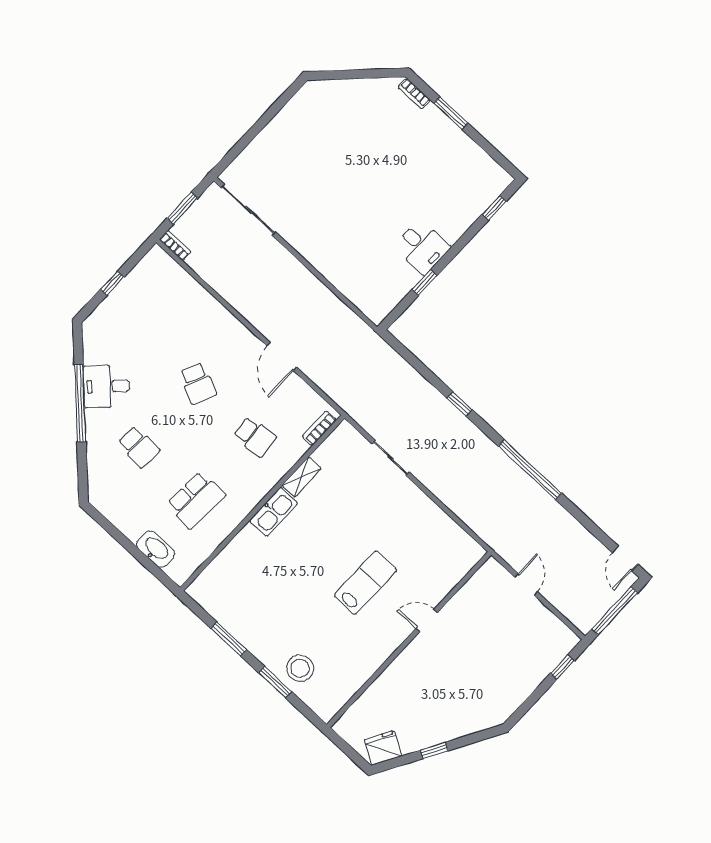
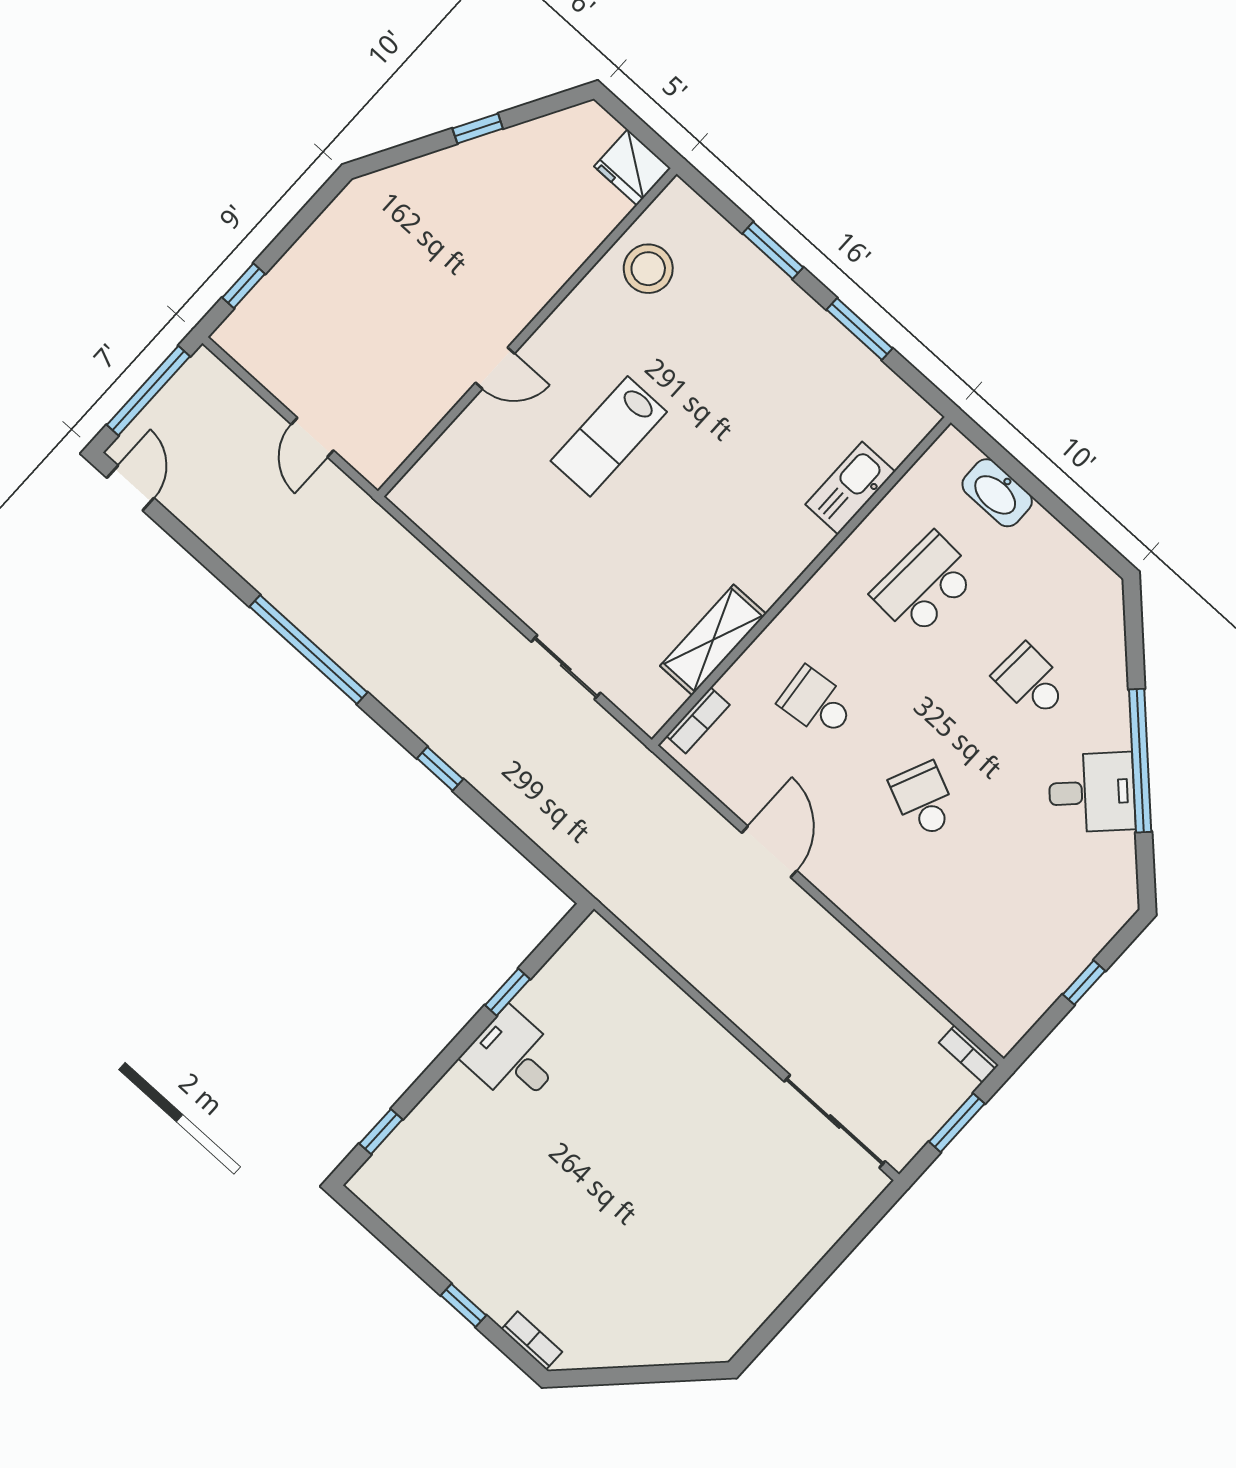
window: (451, 113) -> (463, 1305), width x0.67
shelving: (302, 477) -> (713, 640), width x1.50, depth x1.33
kitchen sink: (274, 512) -> (850, 488), moved
stool: (300, 668) -> (648, 269), moved
fridge: (383, 748) -> (632, 167), moved, turned 60

